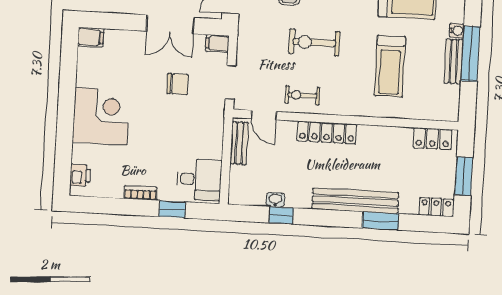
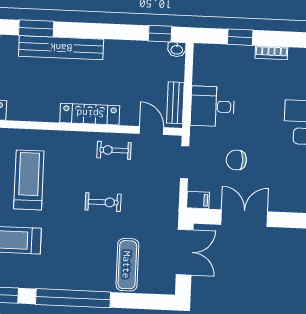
exercise bike: (314, 43) -> (103, 202), width x0.73, depth x0.72
exercise bike: (302, 95) -> (114, 150), turned 180
desk: (199, 179) -> (212, 106), moved
washbasin: (275, 200) -> (177, 49), moved
window: (281, 215) -> (160, 34), moved

